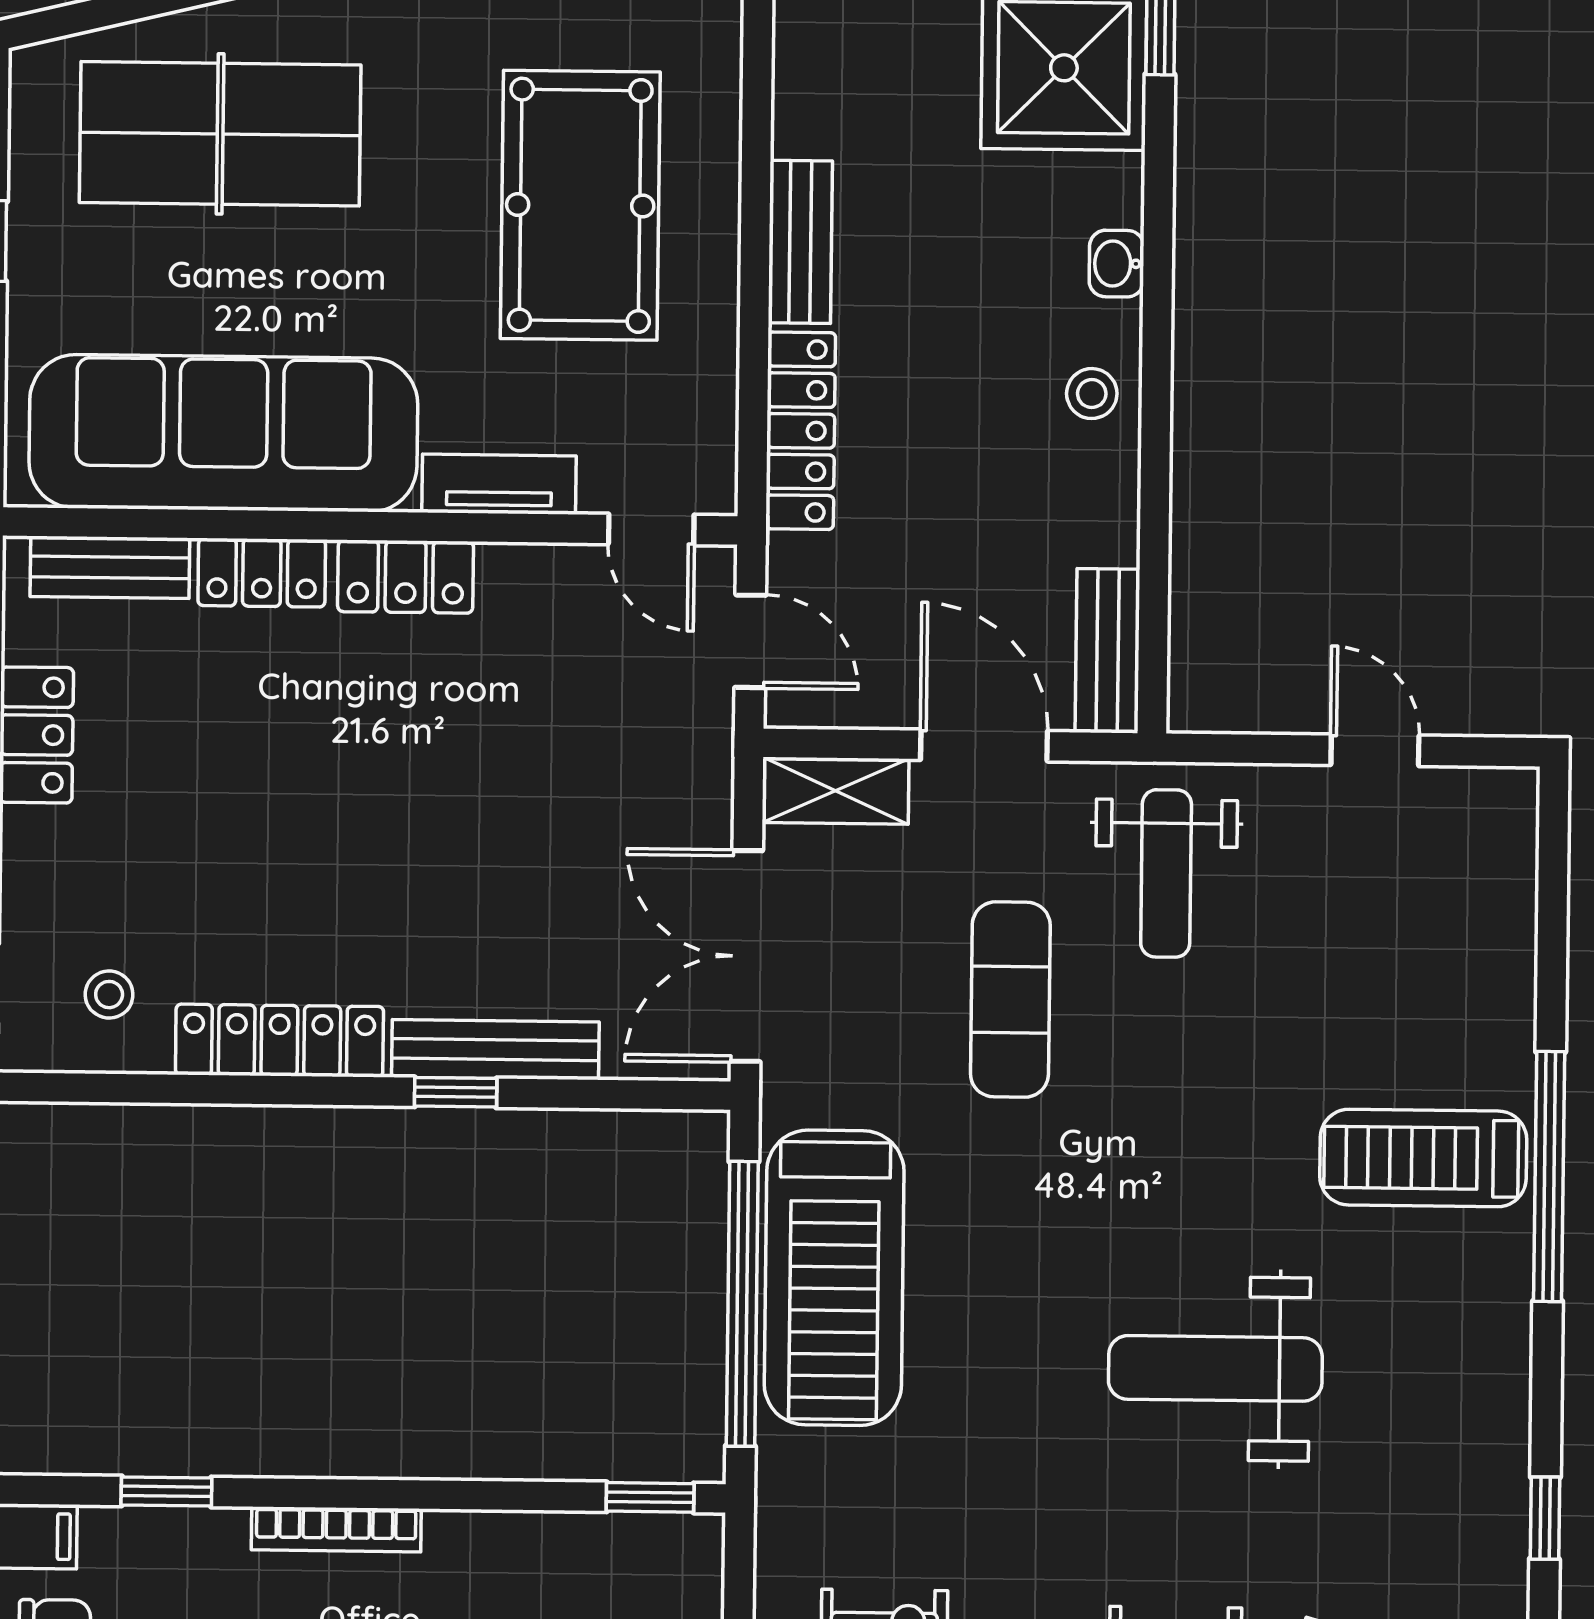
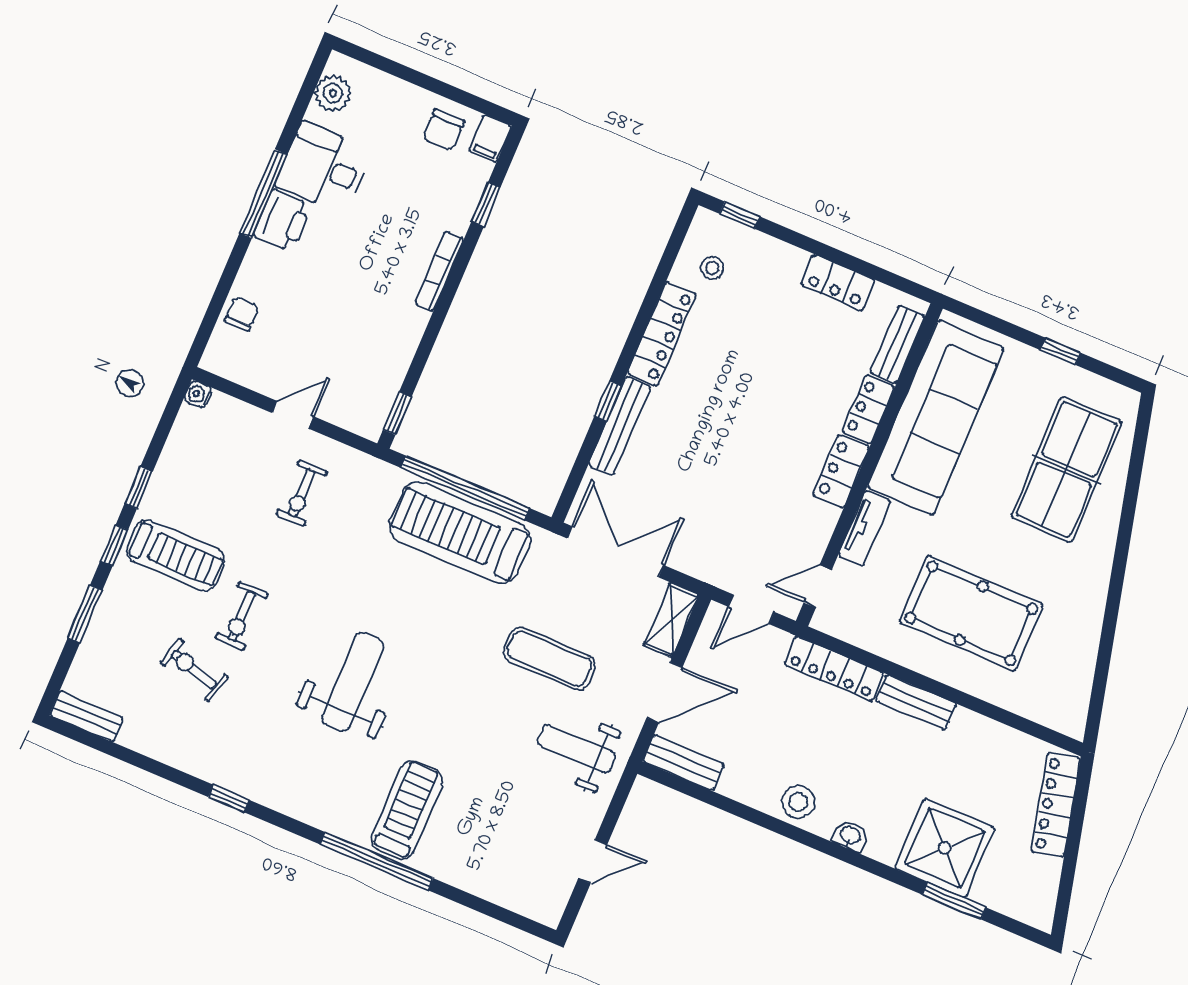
stool: (1092, 394) -> (798, 802), width x1.37, depth x1.37

